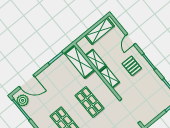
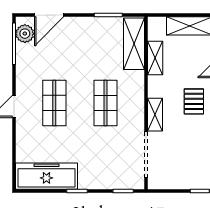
shelving: (109, 77) -> (155, 115), moved
door: (27, 82) -> (49, 15), hinge flipped

